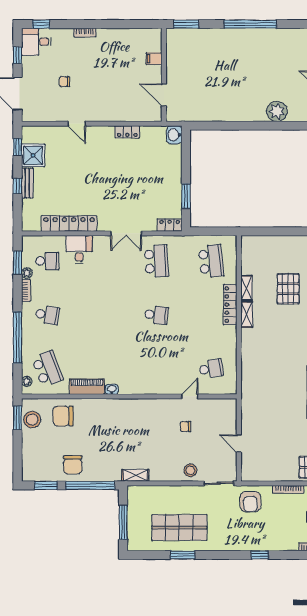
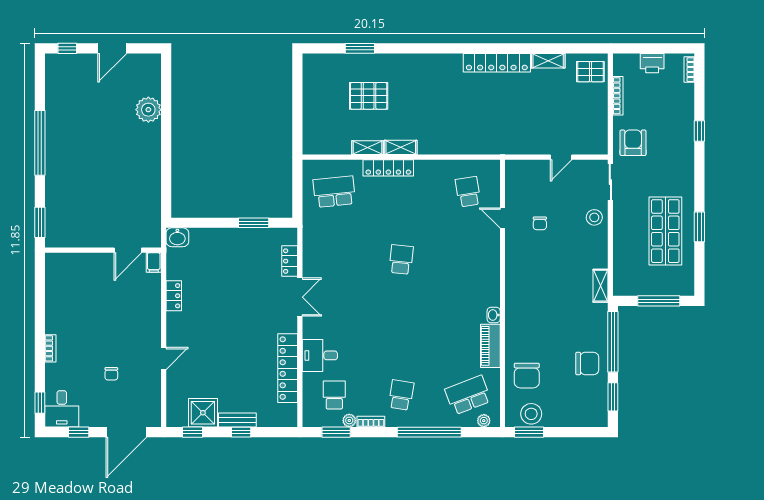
filing cabinet: (154, 59) -> (154, 262), moved
locker: (170, 225) -> (290, 261), moved
school desk: (156, 261) -> (334, 259), removed
armchair: (250, 502) -> (633, 143), turned -89

